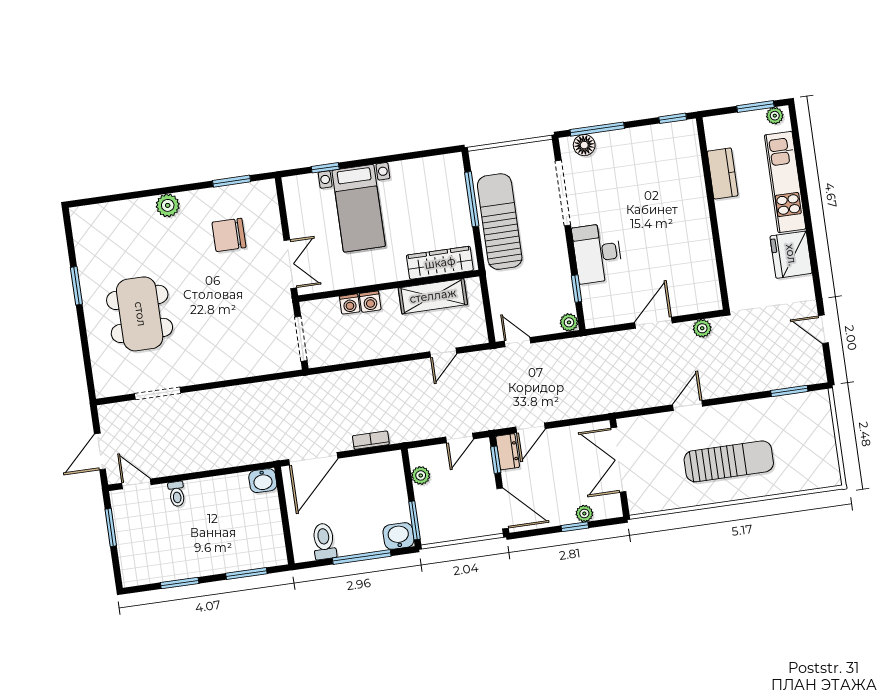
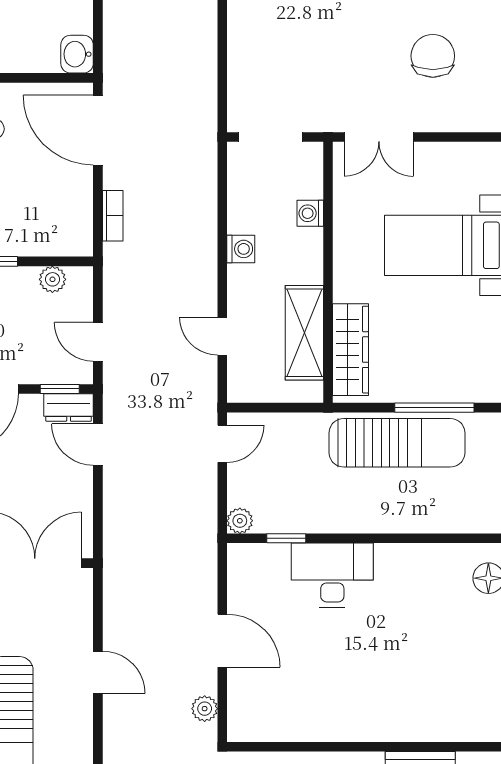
doorway: (563, 193) -> (425, 538), removed
washing machine: (370, 302) -> (241, 249), moved, turned 180

